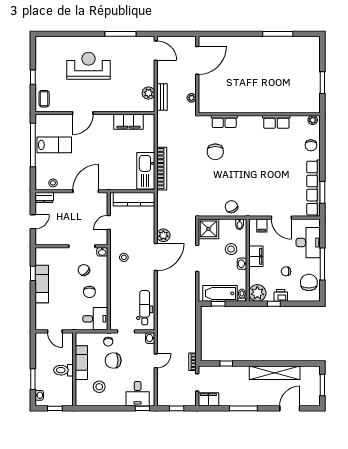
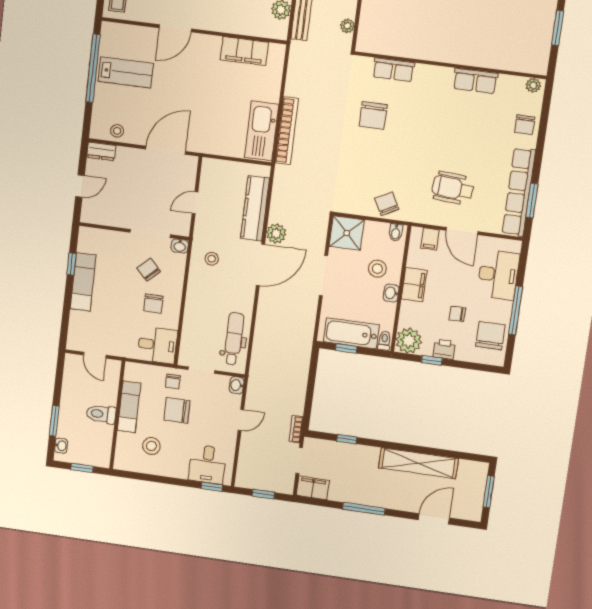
wheelchair: (272, 191) -> (453, 188), added
kitchen counter: (134, 199) -> (255, 208), moved, turned 90

